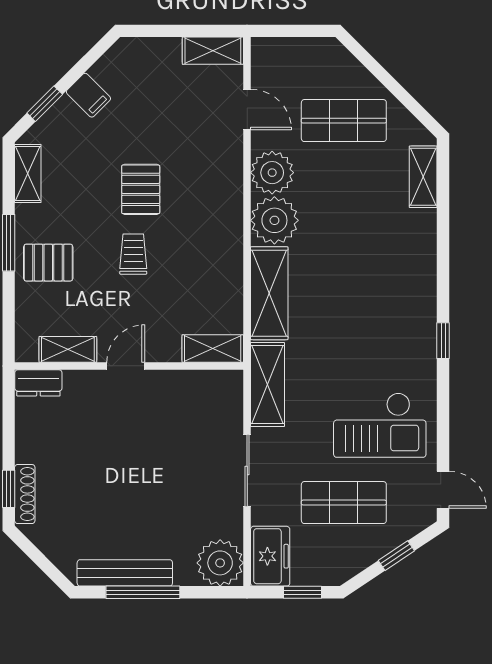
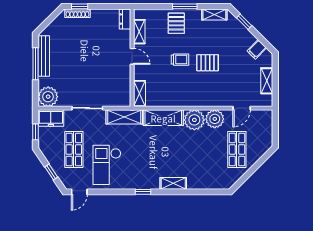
shelving: (213, 51) -> (267, 81), moved
filing cabinet: (88, 95) -> (257, 49), moved
shelving: (423, 177) -> (173, 183), moved

